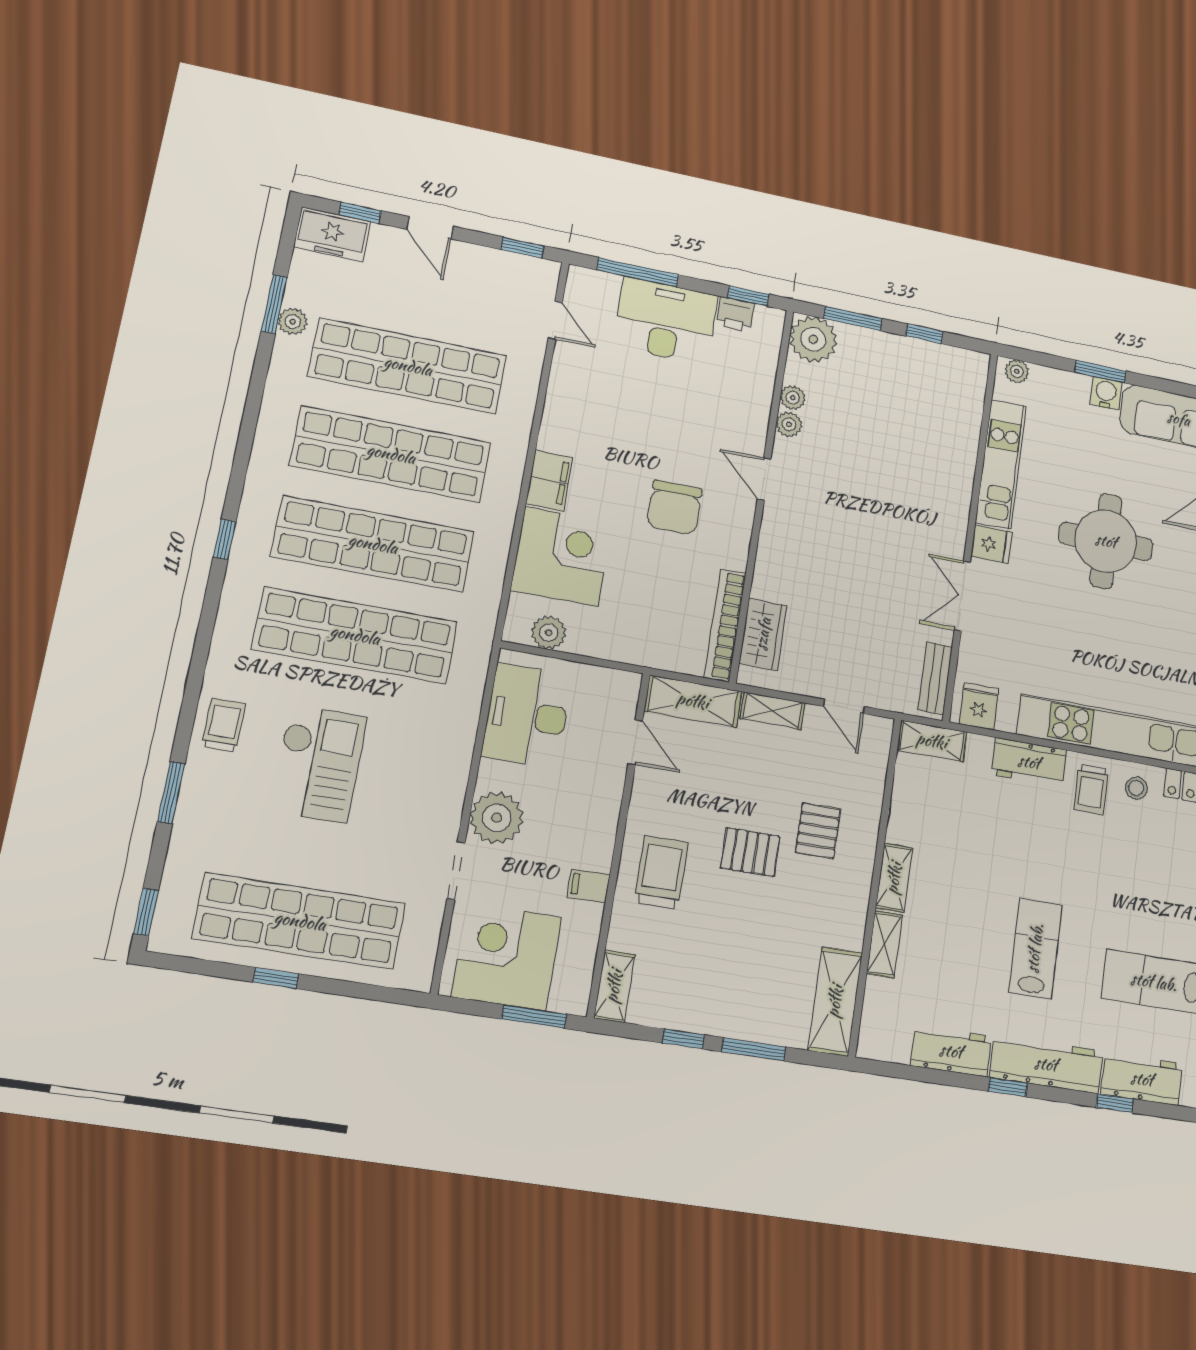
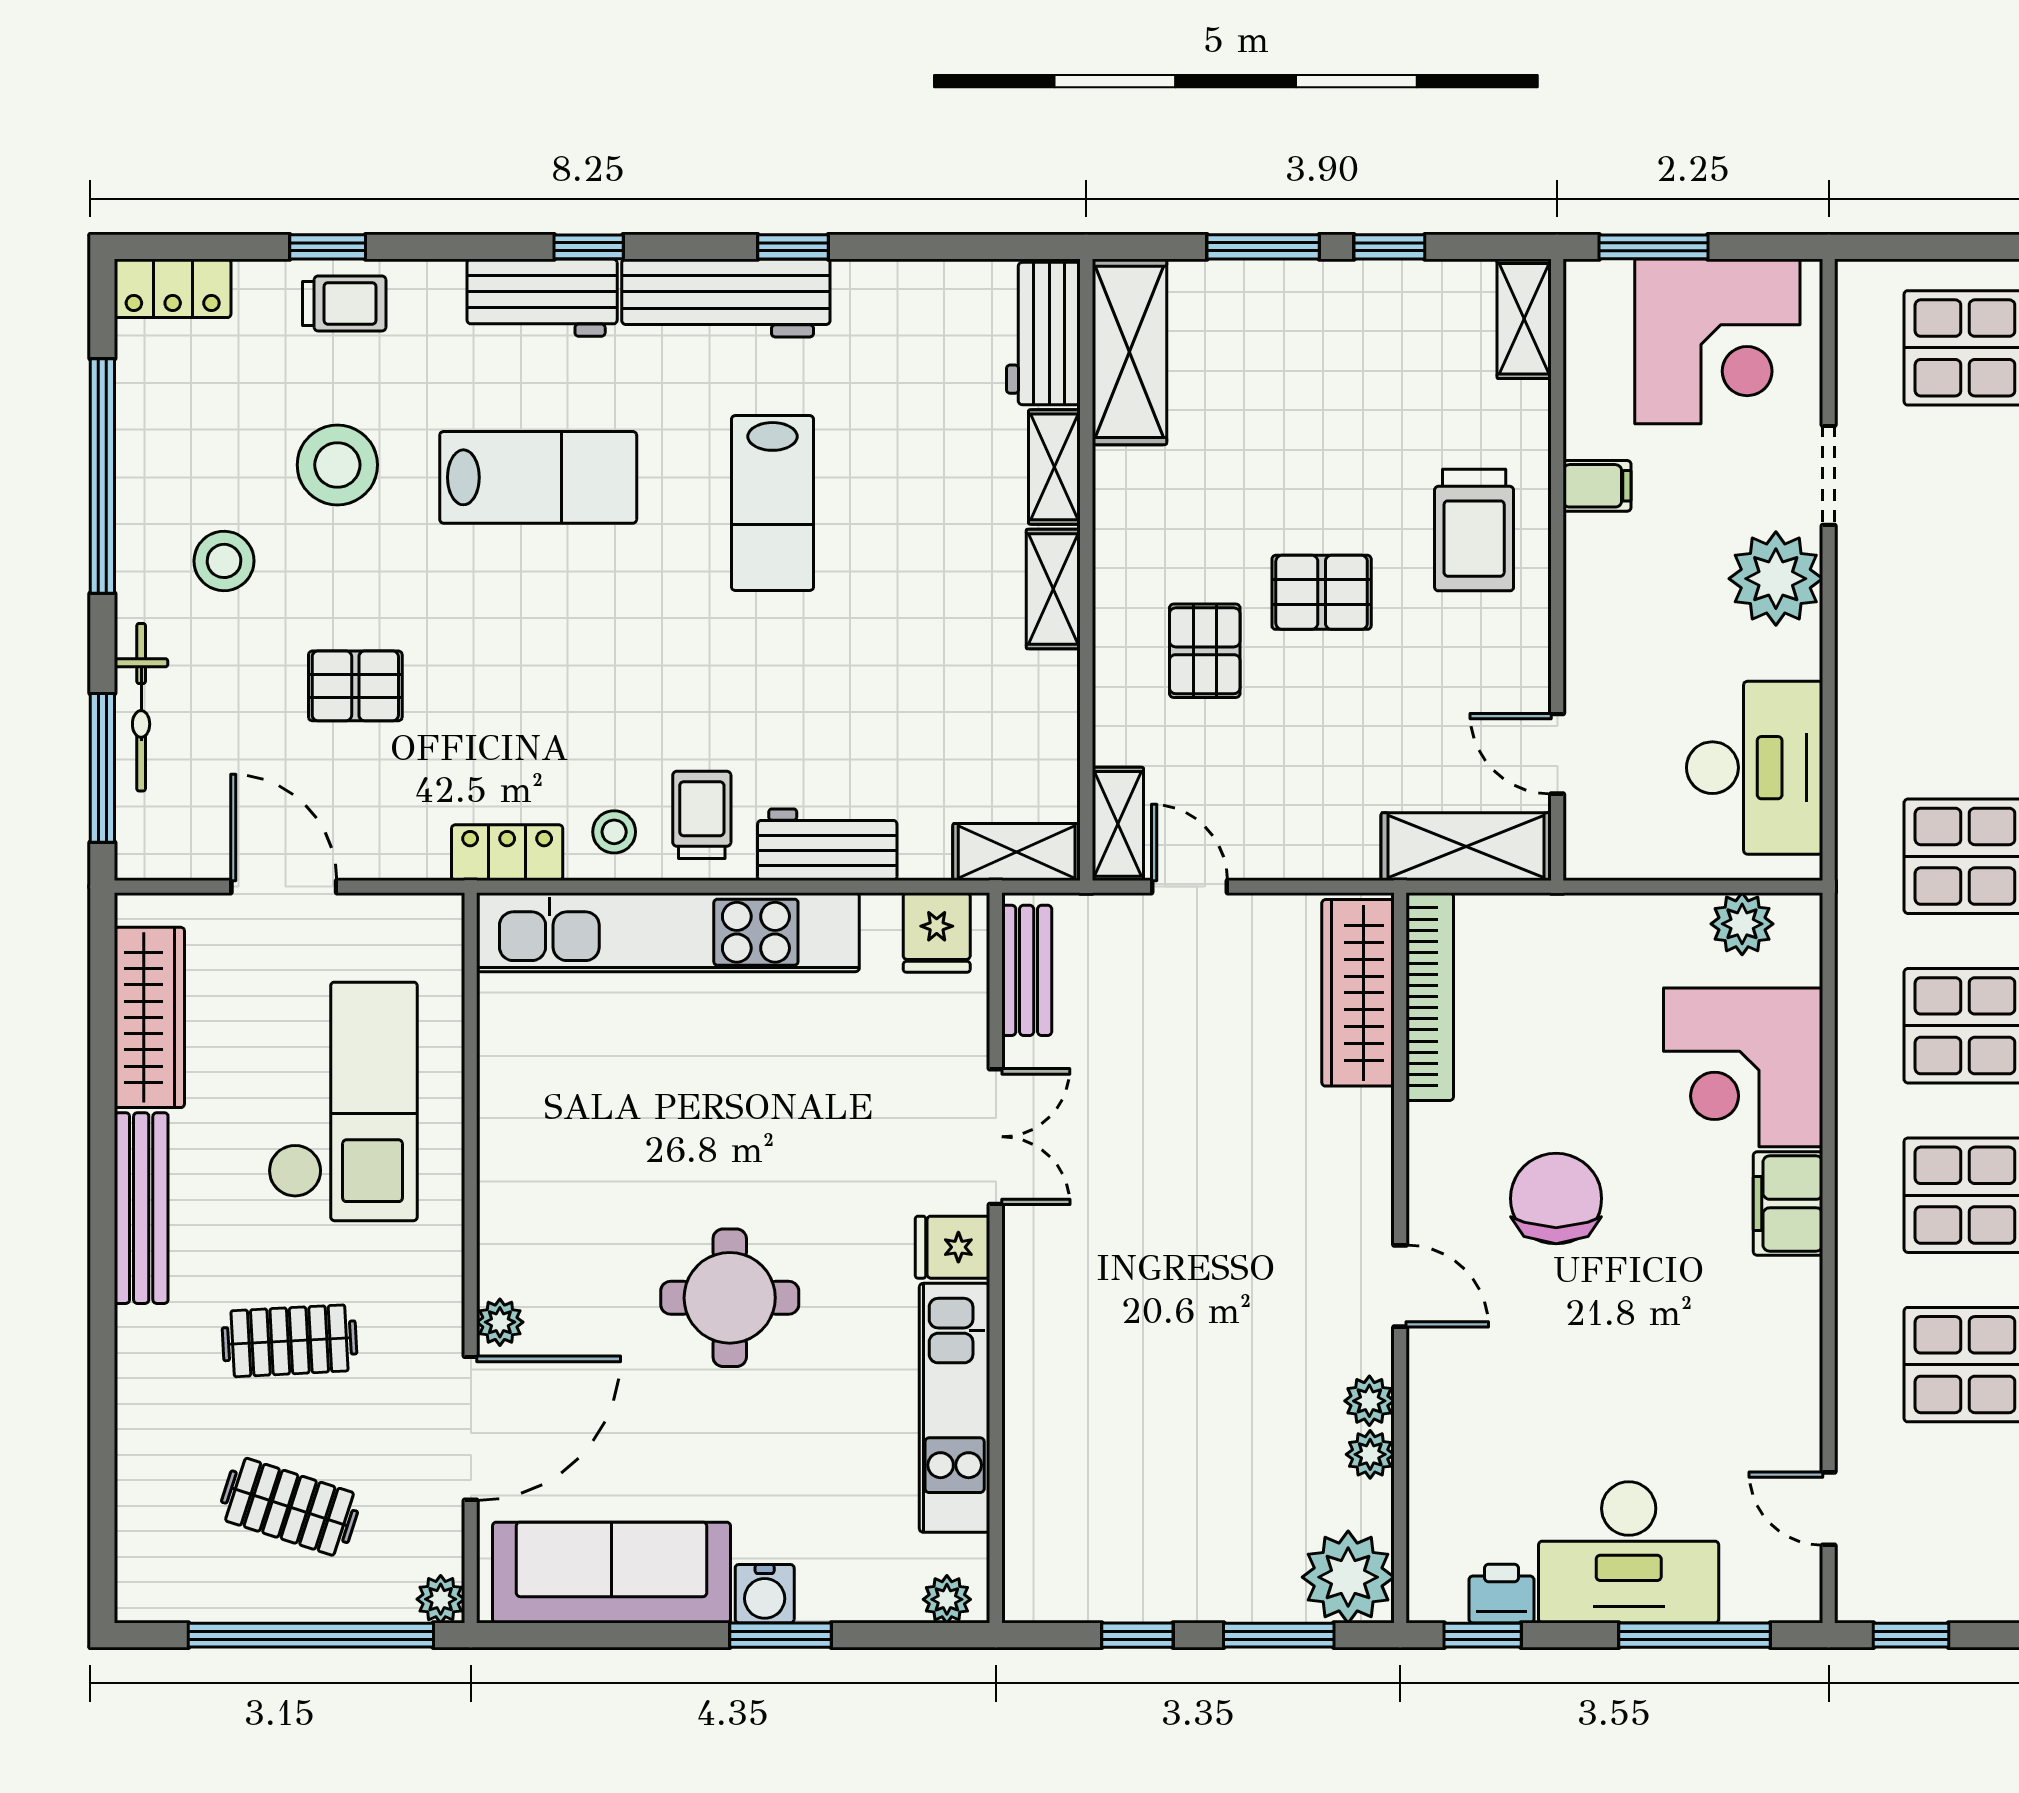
round table: (1106, 541) -> (730, 1298), width x0.73, depth x0.73
wardrobe: (763, 634) -> (1358, 993), width x1.50
shelving: (773, 711) -> (1118, 824), moved, turned 90
workbench: (951, 1051) -> (1043, 334), moved, turned 90

